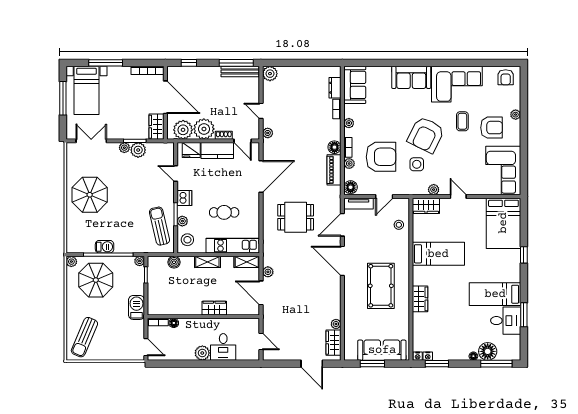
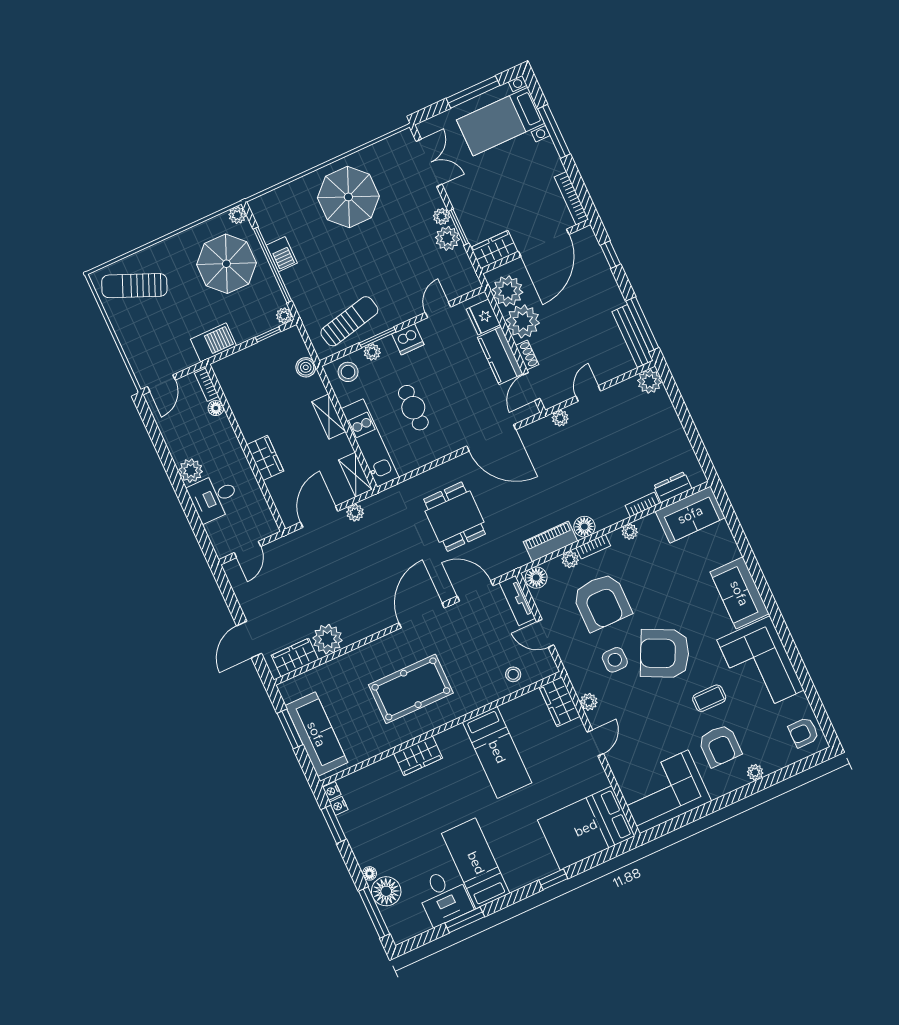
plant: (336, 324) -> (328, 639), width x1.87, depth x1.87

